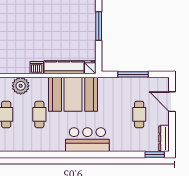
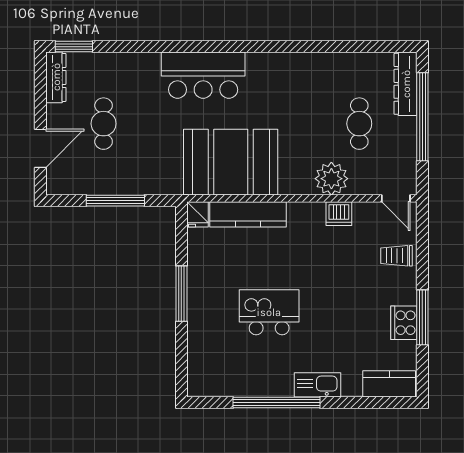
kitchen island: (53, 16) -> (269, 312), added
dishwasher: (37, 68) -> (339, 214), moved
door: (172, 102) -> (40, 148), hinge flipped
cafe table: (39, 114) -> (295, 124), removed

